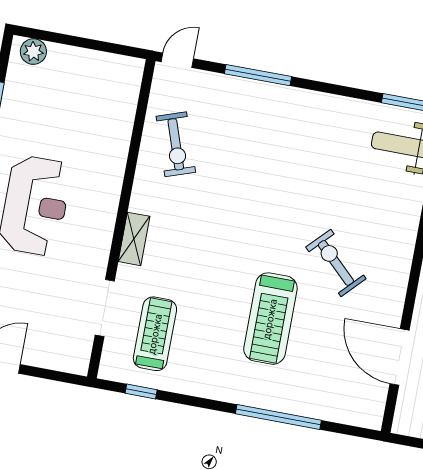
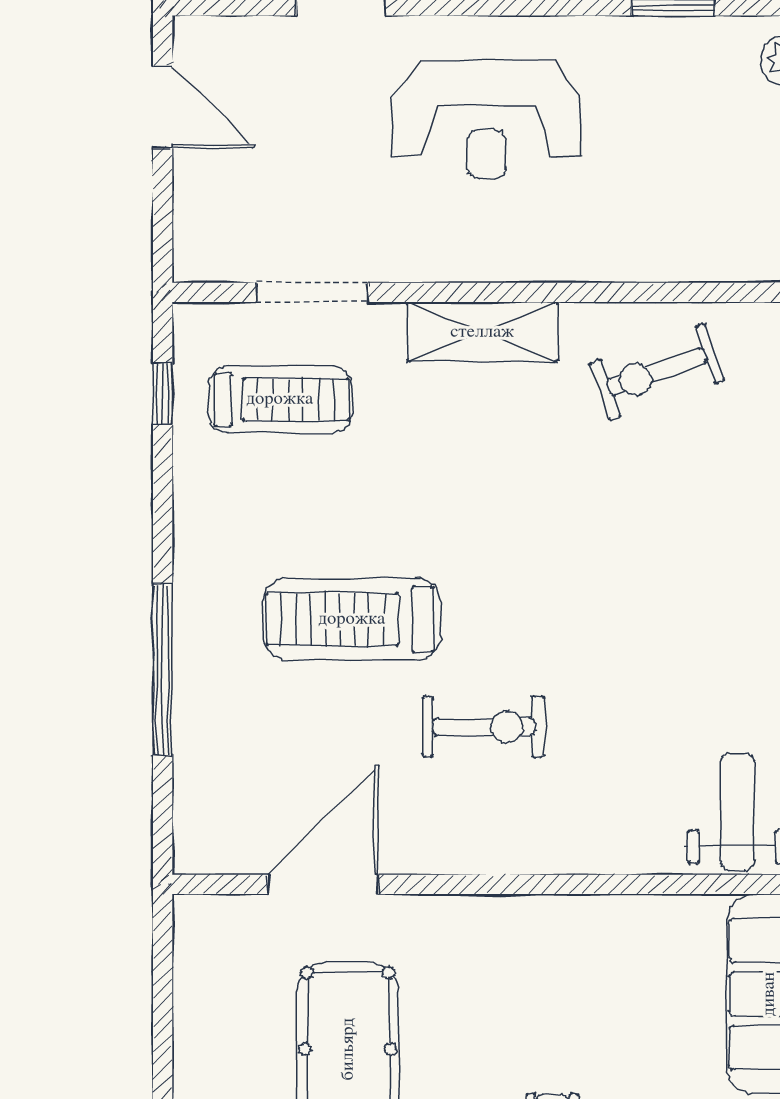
shelving: (134, 239) -> (482, 332), width x1.50, depth x1.33
exercise bike: (336, 263) -> (484, 727), turned 46

